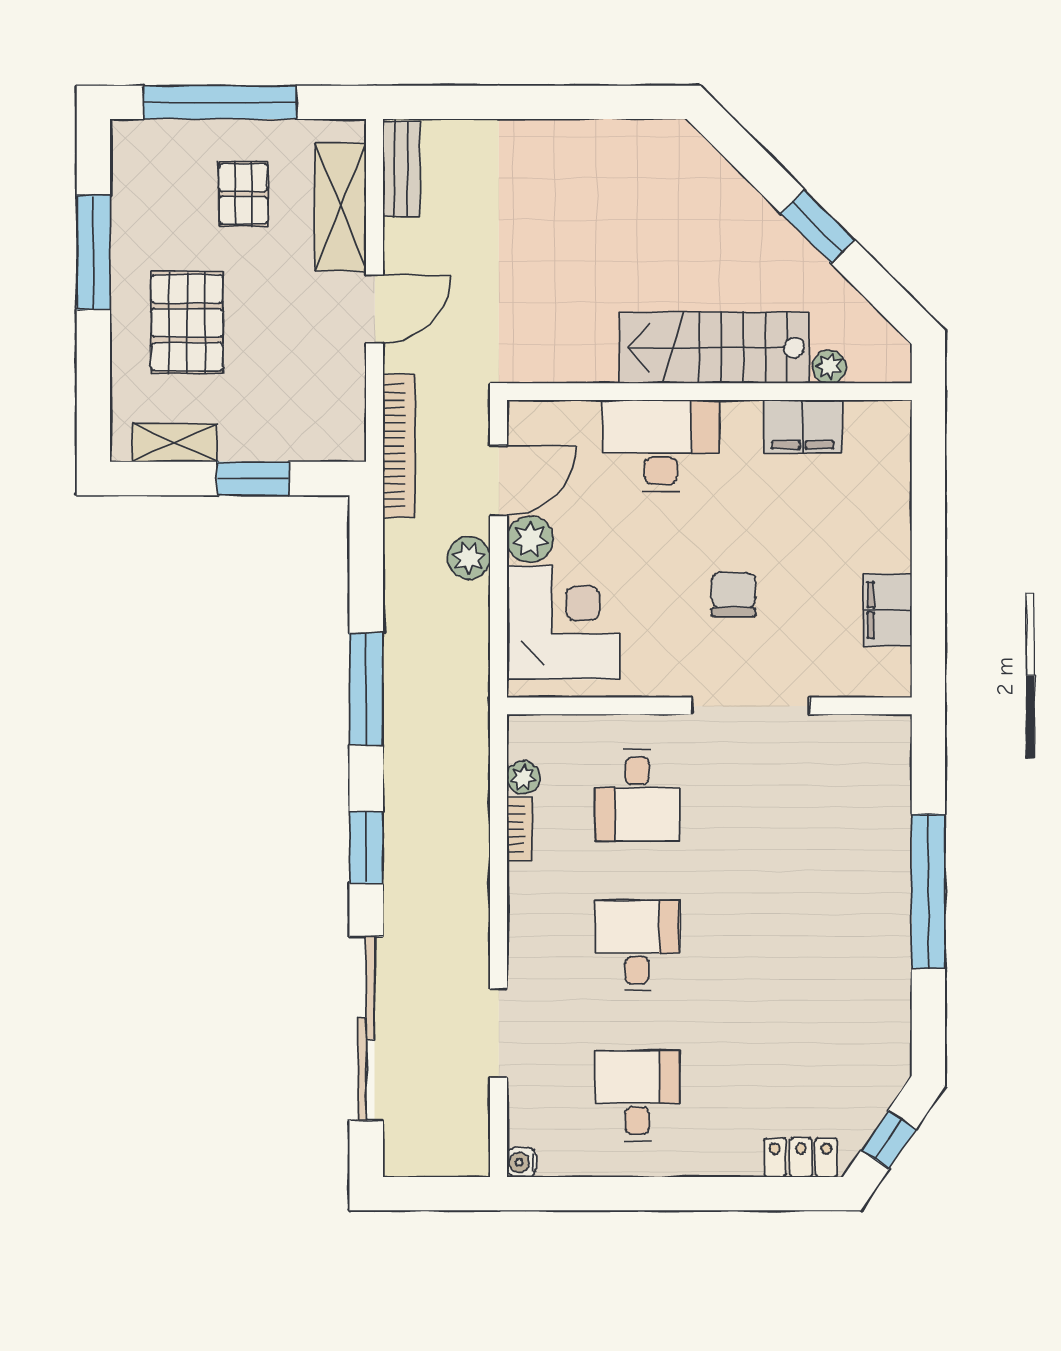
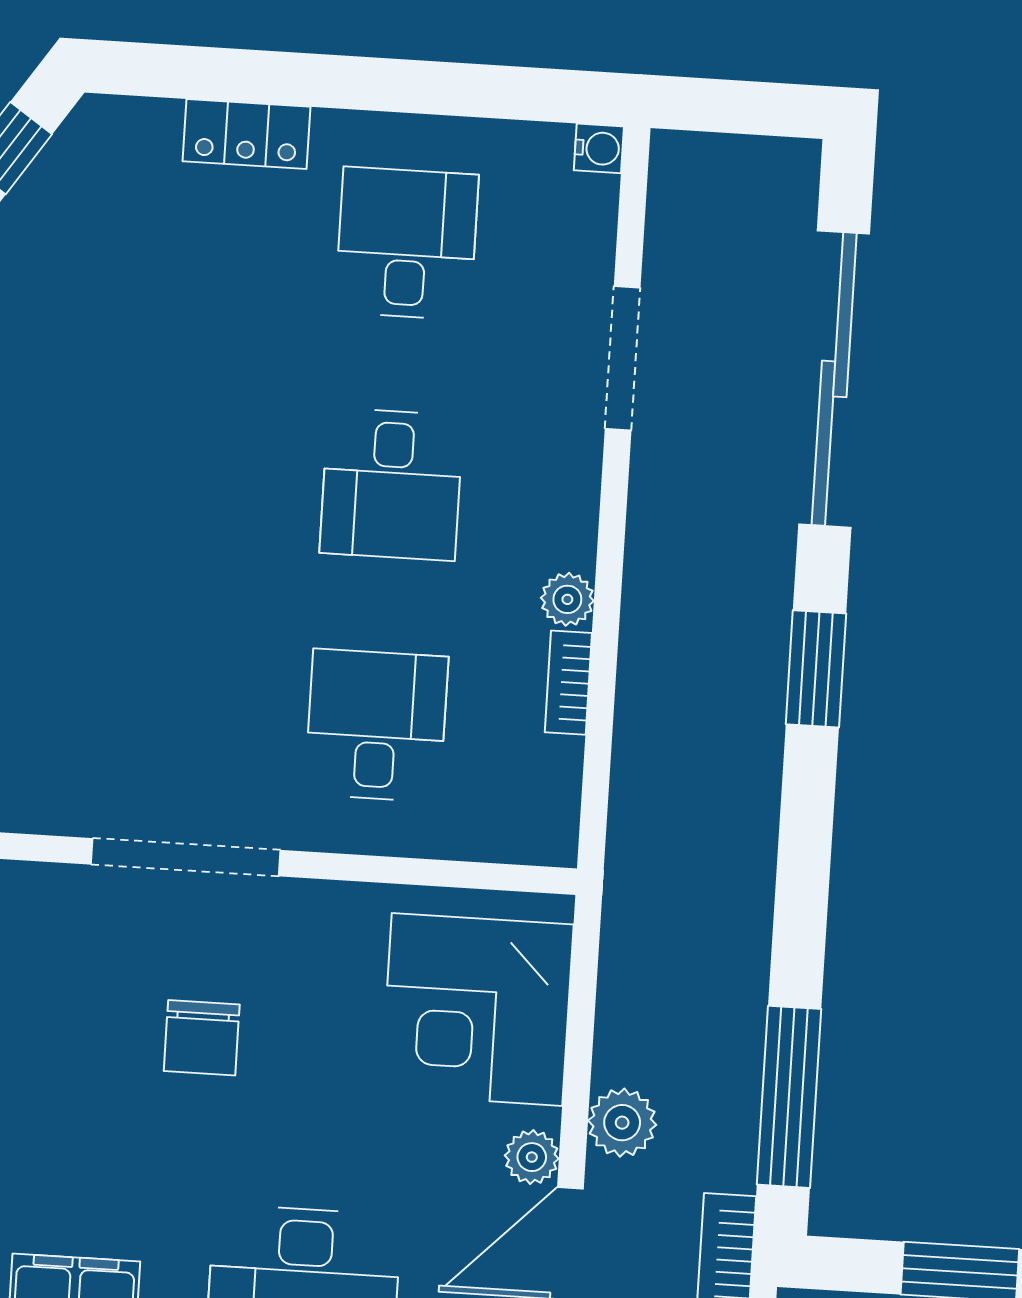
plant: (530, 539) -> (532, 1157), width x0.73, depth x0.73
window: (366, 689) -> (789, 1097), moved
plant: (523, 778) -> (567, 599), moved
desk: (637, 1096) -> (407, 243), turned 180
locker: (801, 1158) -> (247, 134), moved

